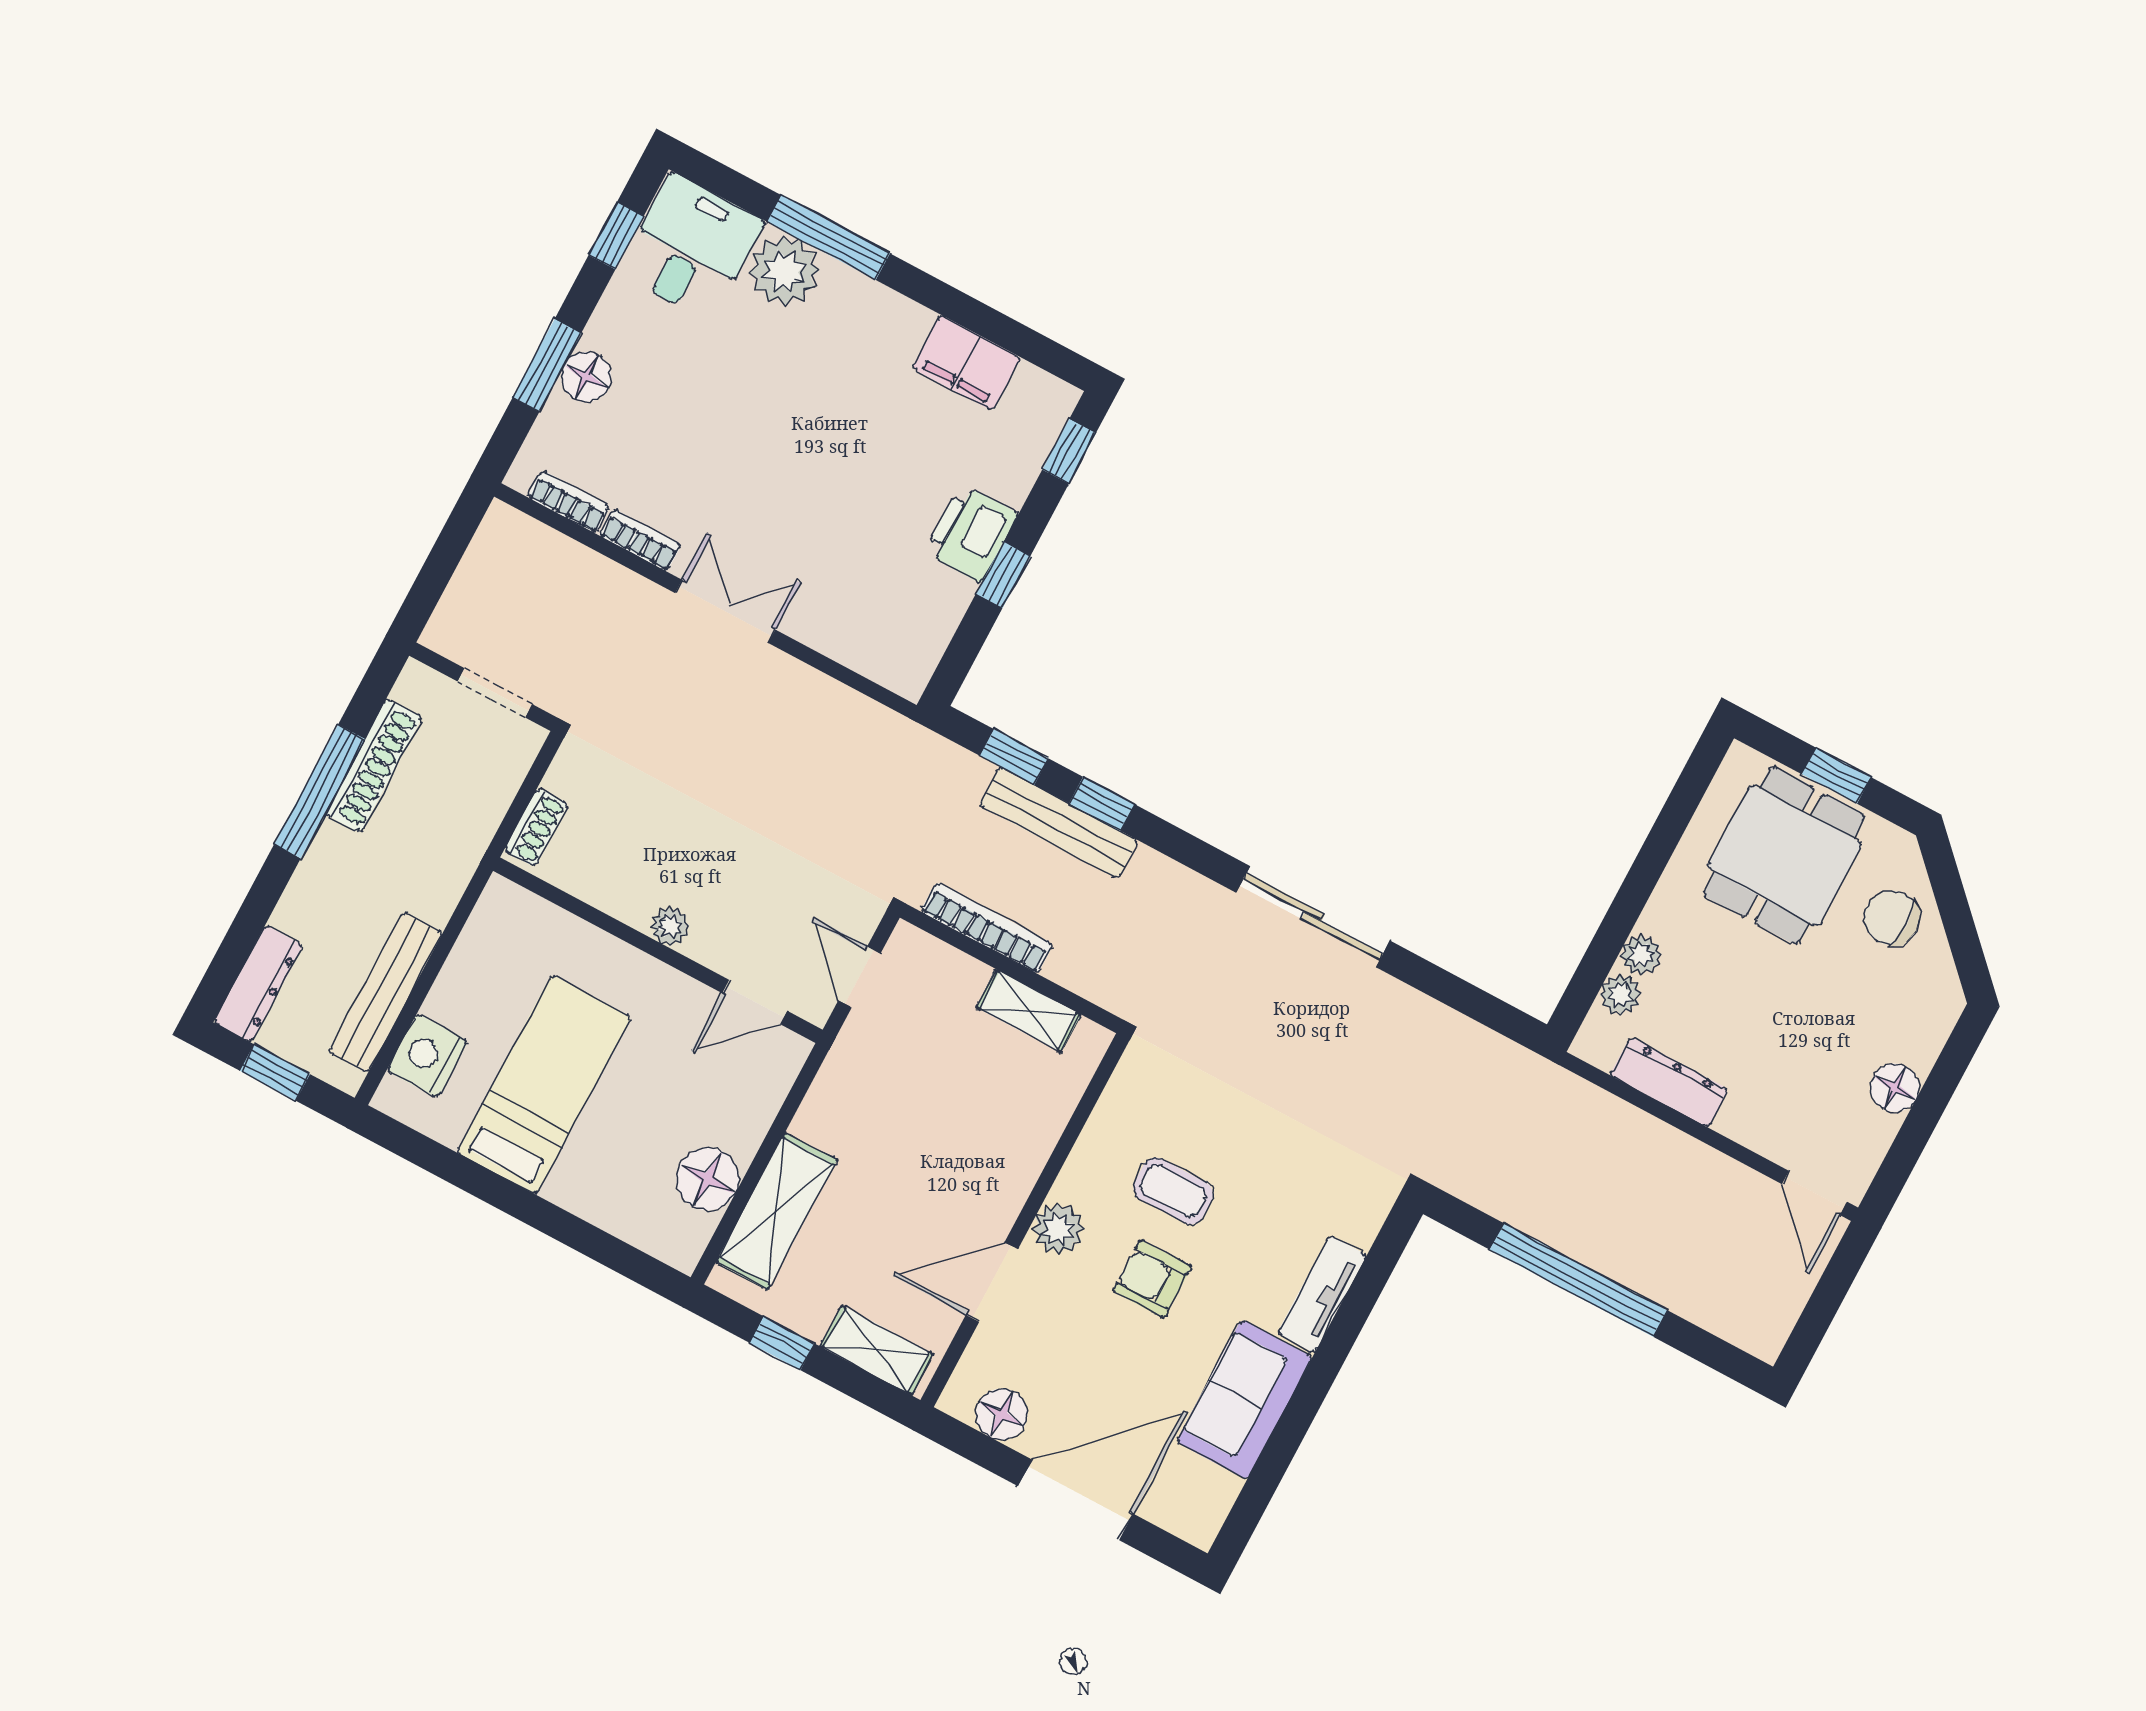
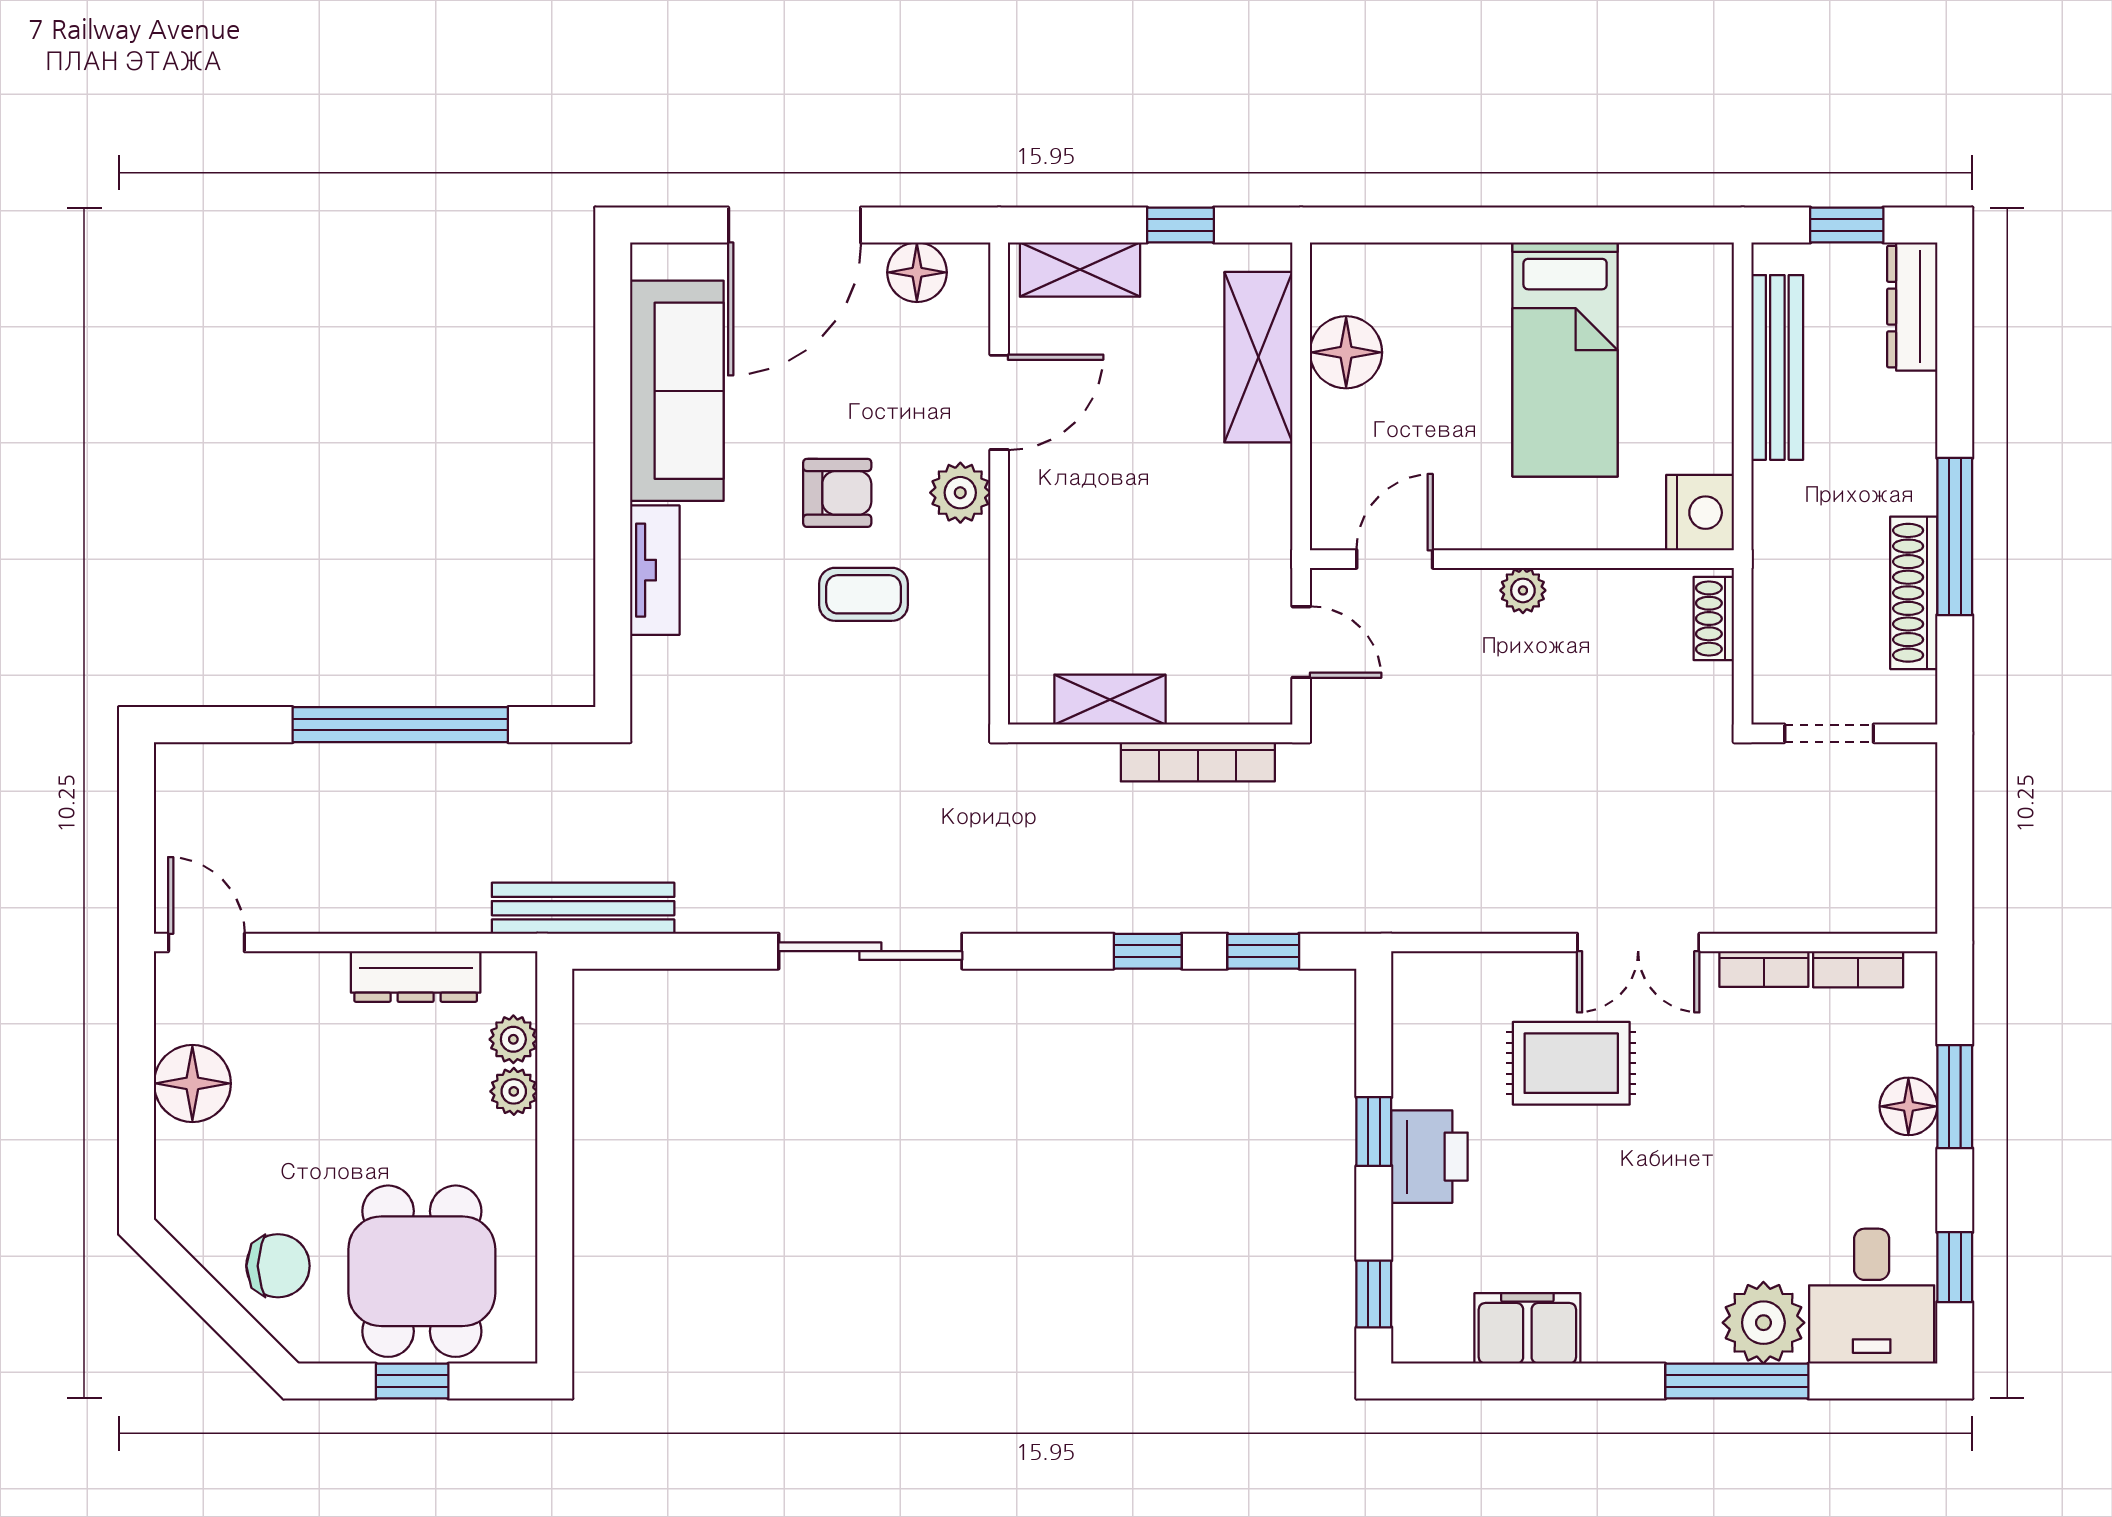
rug: (825, 547) -> (1571, 1063), added
bench: (1058, 823) -> (583, 908), moved
nightstand: (427, 1056) -> (1700, 513), moved
floor lamp: (1895, 1088) -> (192, 1083), width x1.38, depth x1.38
sofa: (1244, 1399) -> (677, 391), width x1.36

